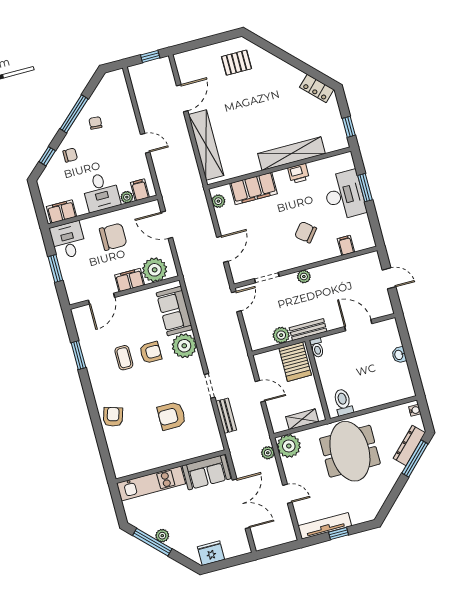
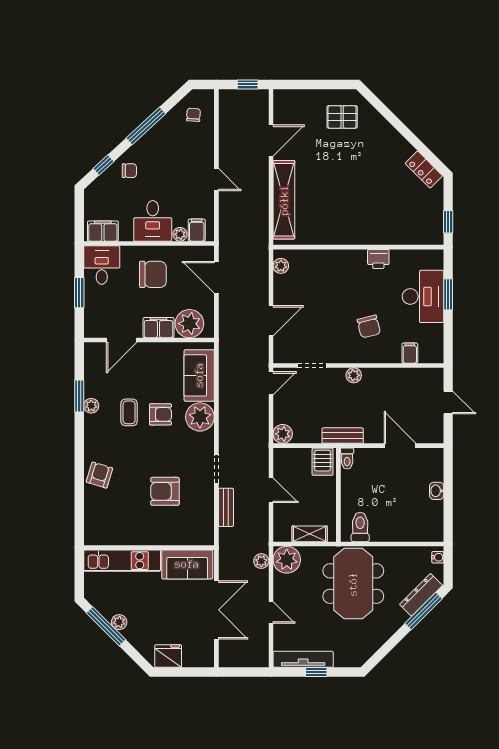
chair: (95, 123) -> (193, 115), moved
shelving: (291, 154) -> (376, 235), removed
filing cabinet: (254, 188) -> (324, 262), removed
chair: (306, 232) -> (369, 326), turned -143
plant: (281, 335) -> (283, 434), moved
plant: (91, 361) -> (91, 406), added
server rack: (295, 362) -> (323, 462), width x0.73, depth x0.70

